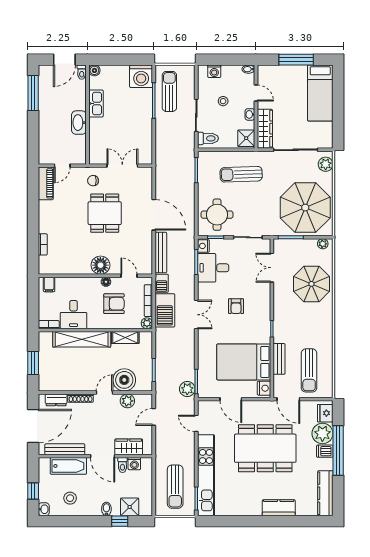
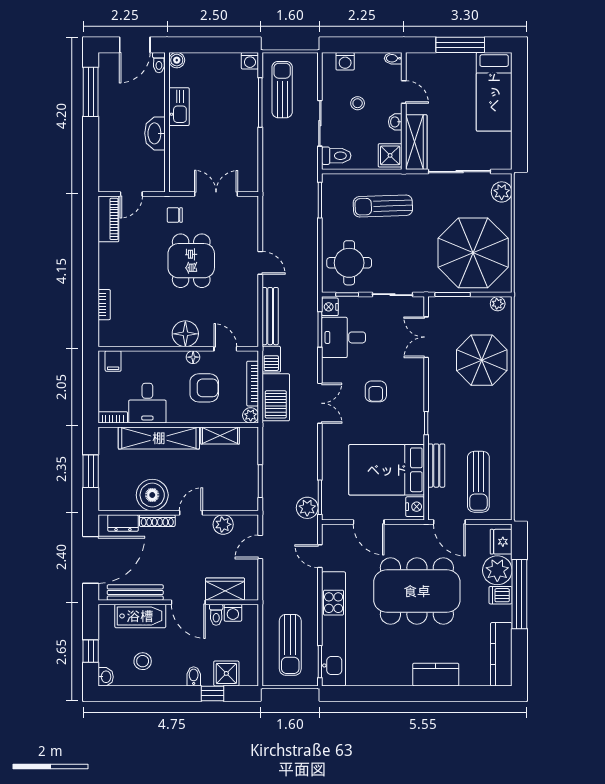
washing machine: (141, 76) -> (250, 61), width x0.53, depth x0.53
door: (154, 215) -> (260, 263), width x0.53
boiler: (124, 380) -> (152, 495), moved

